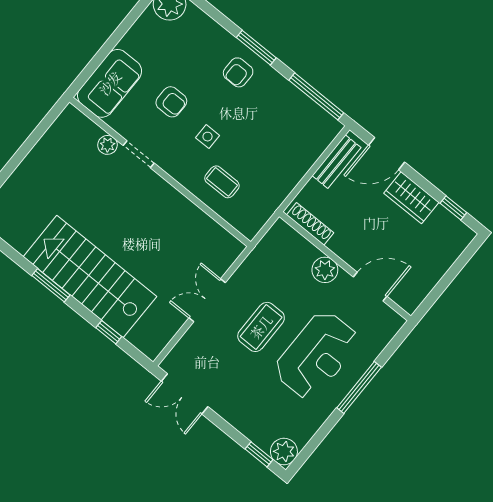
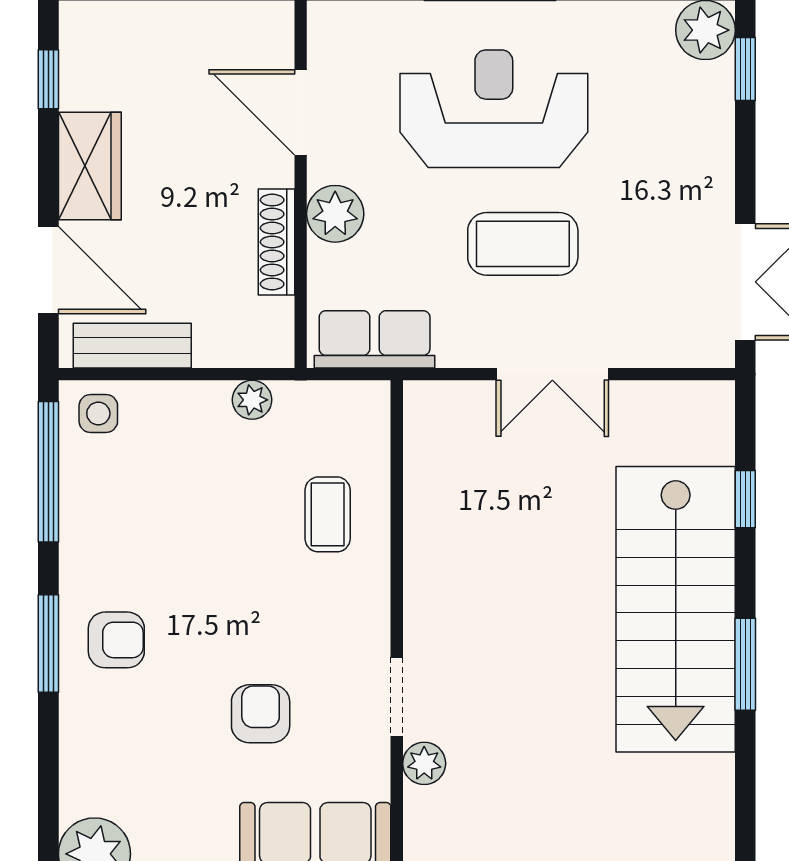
side table: (208, 137) -> (98, 413), moved
plant: (283, 188) -> (252, 400), added
shoe rack: (310, 224) -> (276, 242), moved
row of seats: (270, 248) -> (375, 339), added

